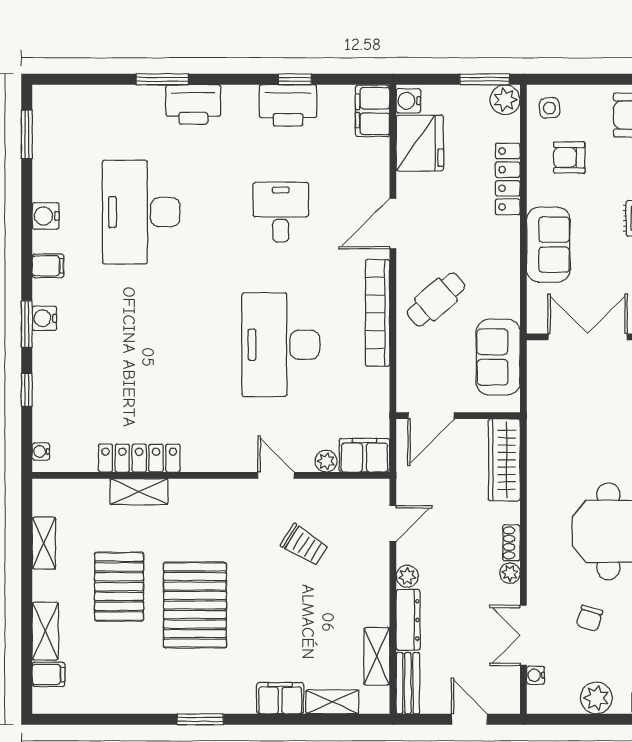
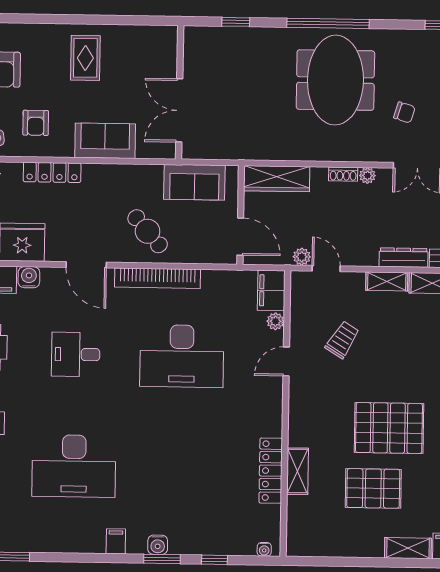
water cooler: (46, 216) -> (29, 277), moved, turned 180
shelving: (44, 543) -> (387, 281), moved
plant: (407, 576) -> (302, 257), moved

